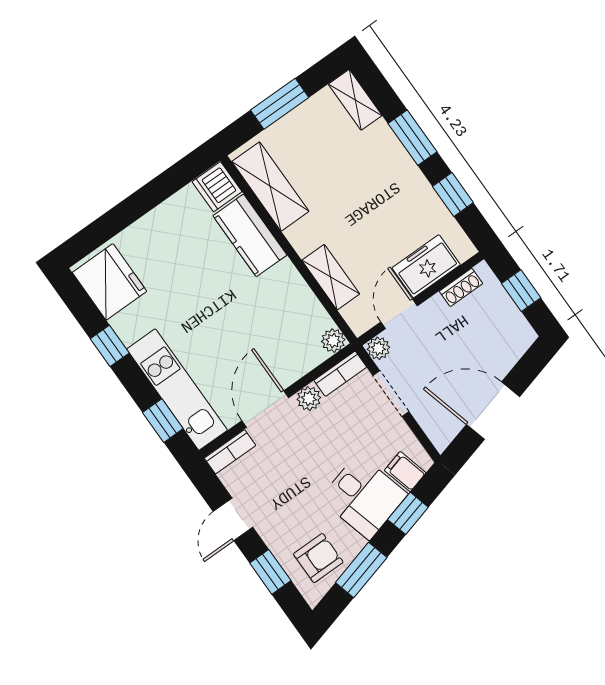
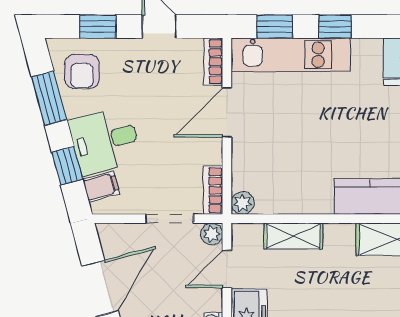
door: (399, 314) -> (227, 269), swing flipped
window: (110, 346) -> (335, 27), moved
plant: (309, 398) -> (211, 152), removed
door: (265, 409) -> (227, 112), swing flipped

